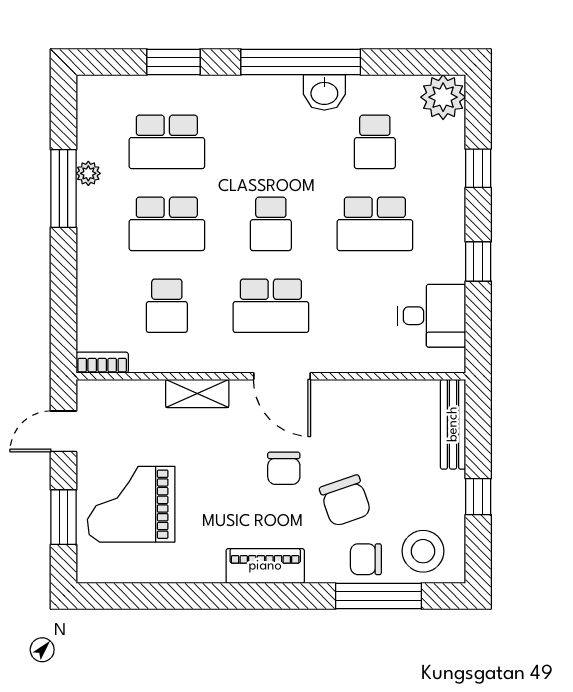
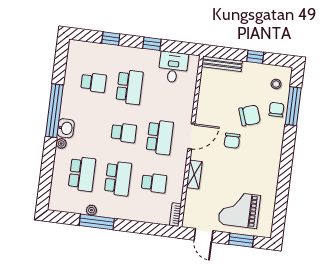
window: (173, 62) -> (47, 167), removed
washbasin: (324, 92) -> (66, 128), moved
plant: (443, 97) -> (61, 143), moved, width x0.53, depth x0.53
chair: (284, 468) -> (232, 141), turned 90
grand piano: (131, 504) -> (239, 210), turned 90
stool: (423, 551) -> (276, 84), width x0.53, depth x0.53
chair: (366, 559) -> (276, 110), turned 180
piano: (265, 566) -> (274, 154), removed

